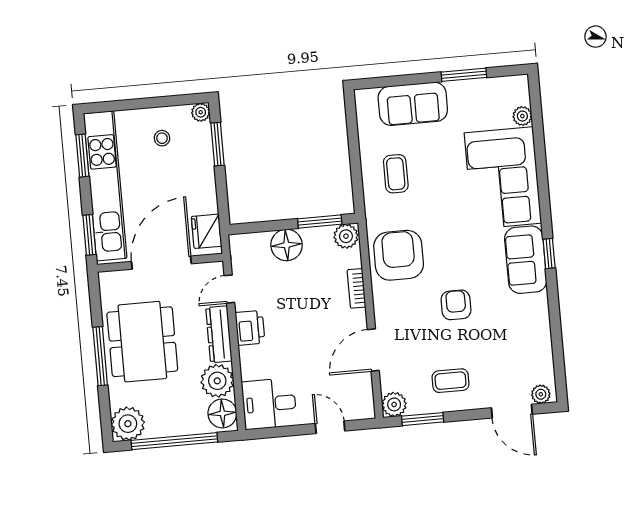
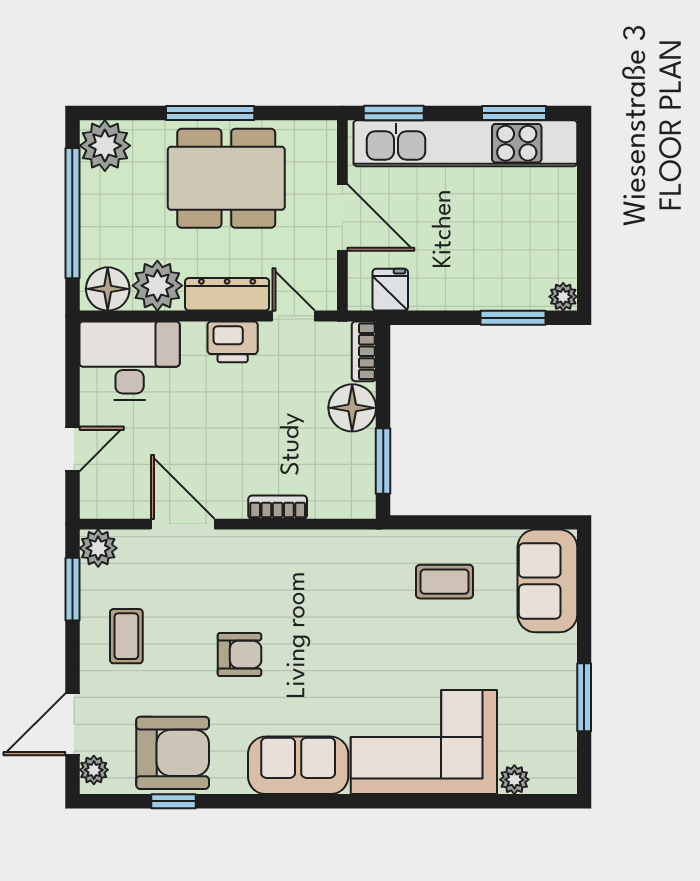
sofa: (413, 104) -> (547, 581), moved
stool: (162, 138) -> (529, 235), removed
fridge: (207, 231) -> (390, 290), width x0.72
plant: (346, 236) -> (357, 498), removed
bookcase: (248, 241) -> (364, 351), added
window: (549, 254) -> (173, 801), moved
armchair: (399, 255) -> (173, 753), moved
door: (161, 263) -> (342, 218), width x0.73
desk: (269, 404) -> (130, 361), width x1.37

